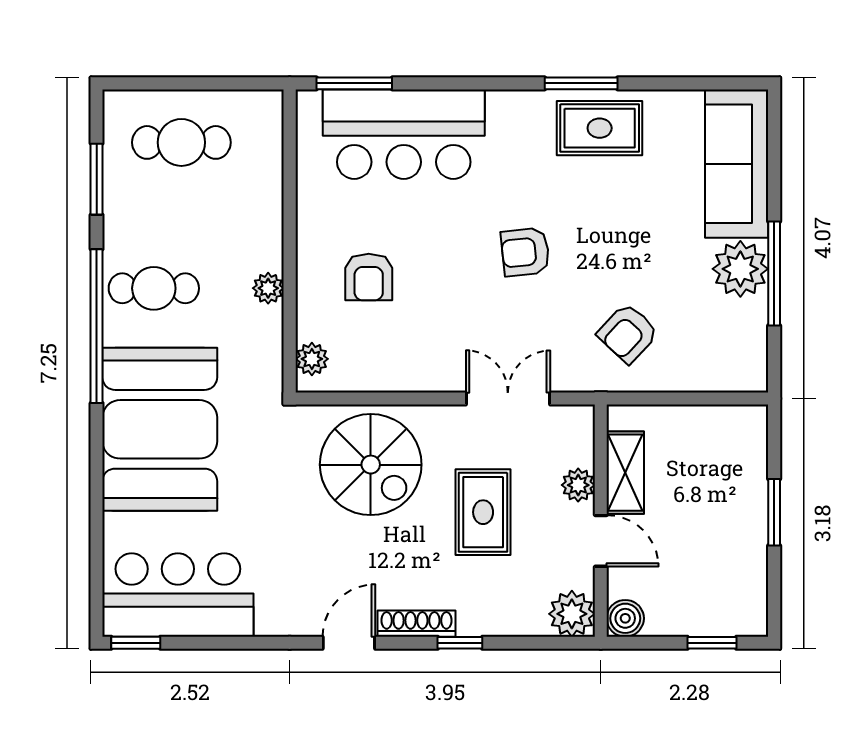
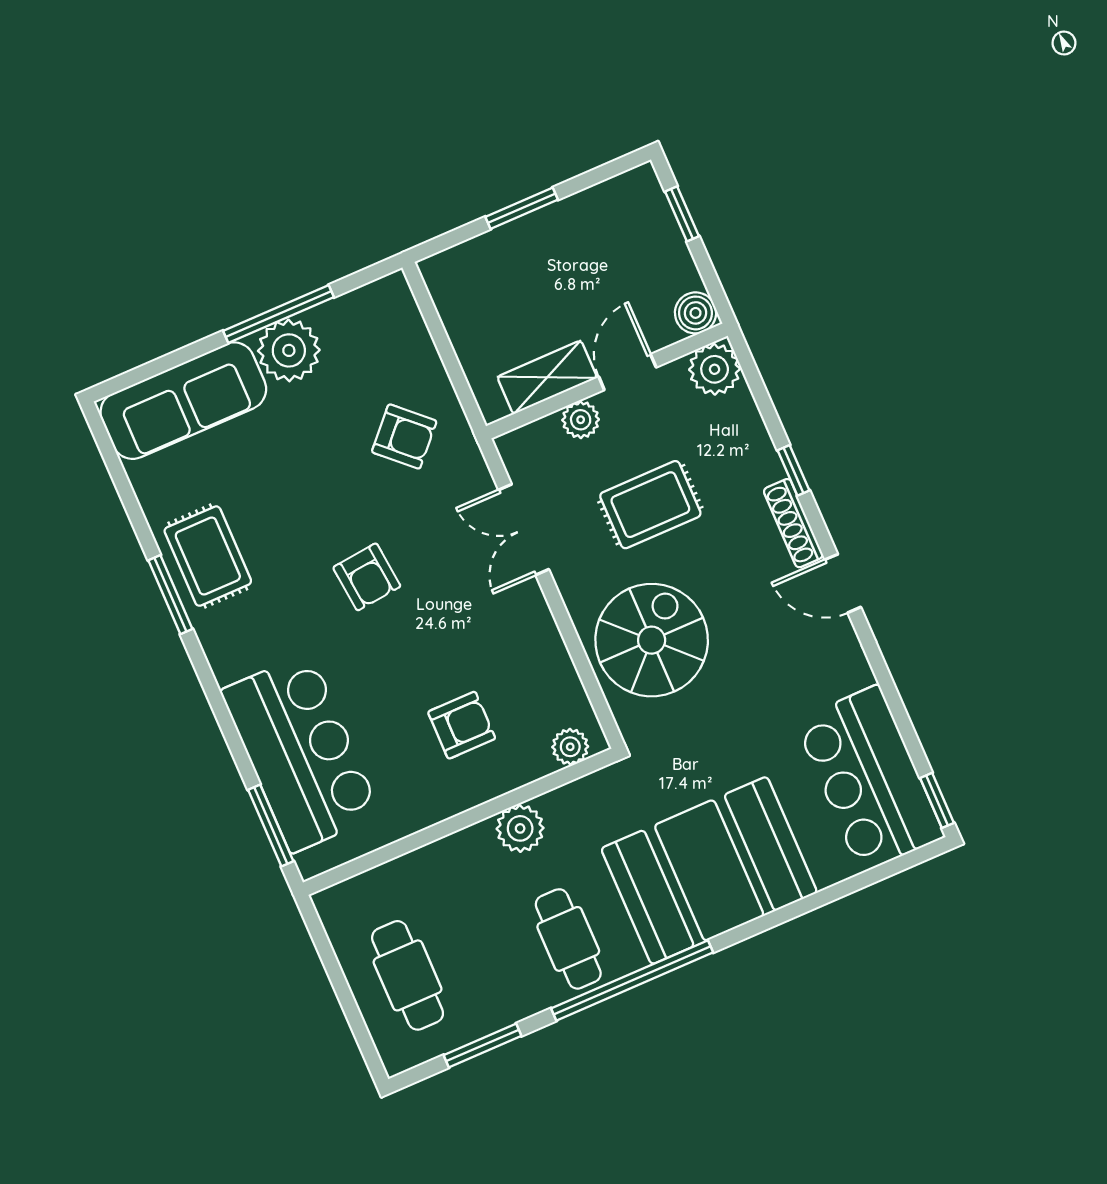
plant: (268, 288) -> (520, 828), width x1.38, depth x1.38

